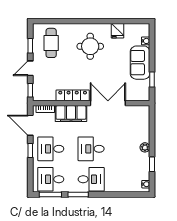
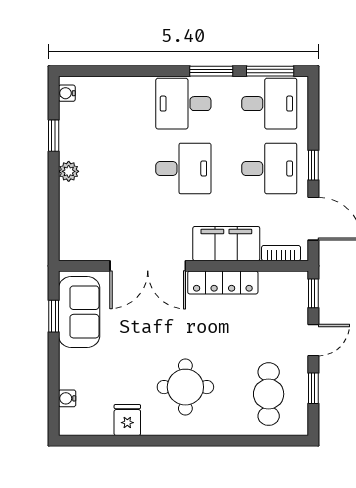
sofa: (140, 63) -> (79, 312), moved

